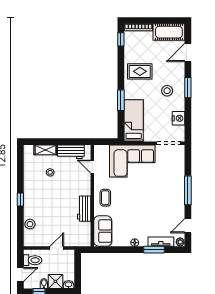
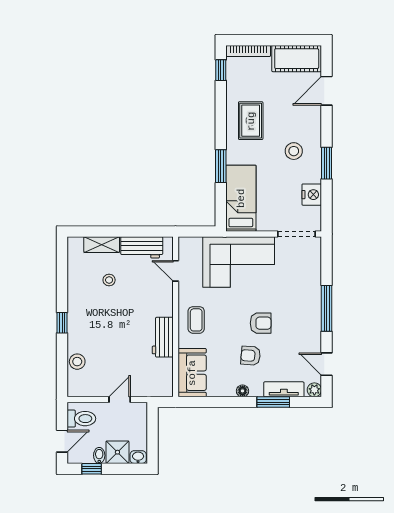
rug: (140, 71) -> (251, 121), turned 90
window: (188, 88) -> (327, 163), moved
armchair: (146, 200) -> (261, 323), added
armchair: (140, 220) -> (251, 356), added
door: (188, 226) -> (327, 364), hinge flipped

